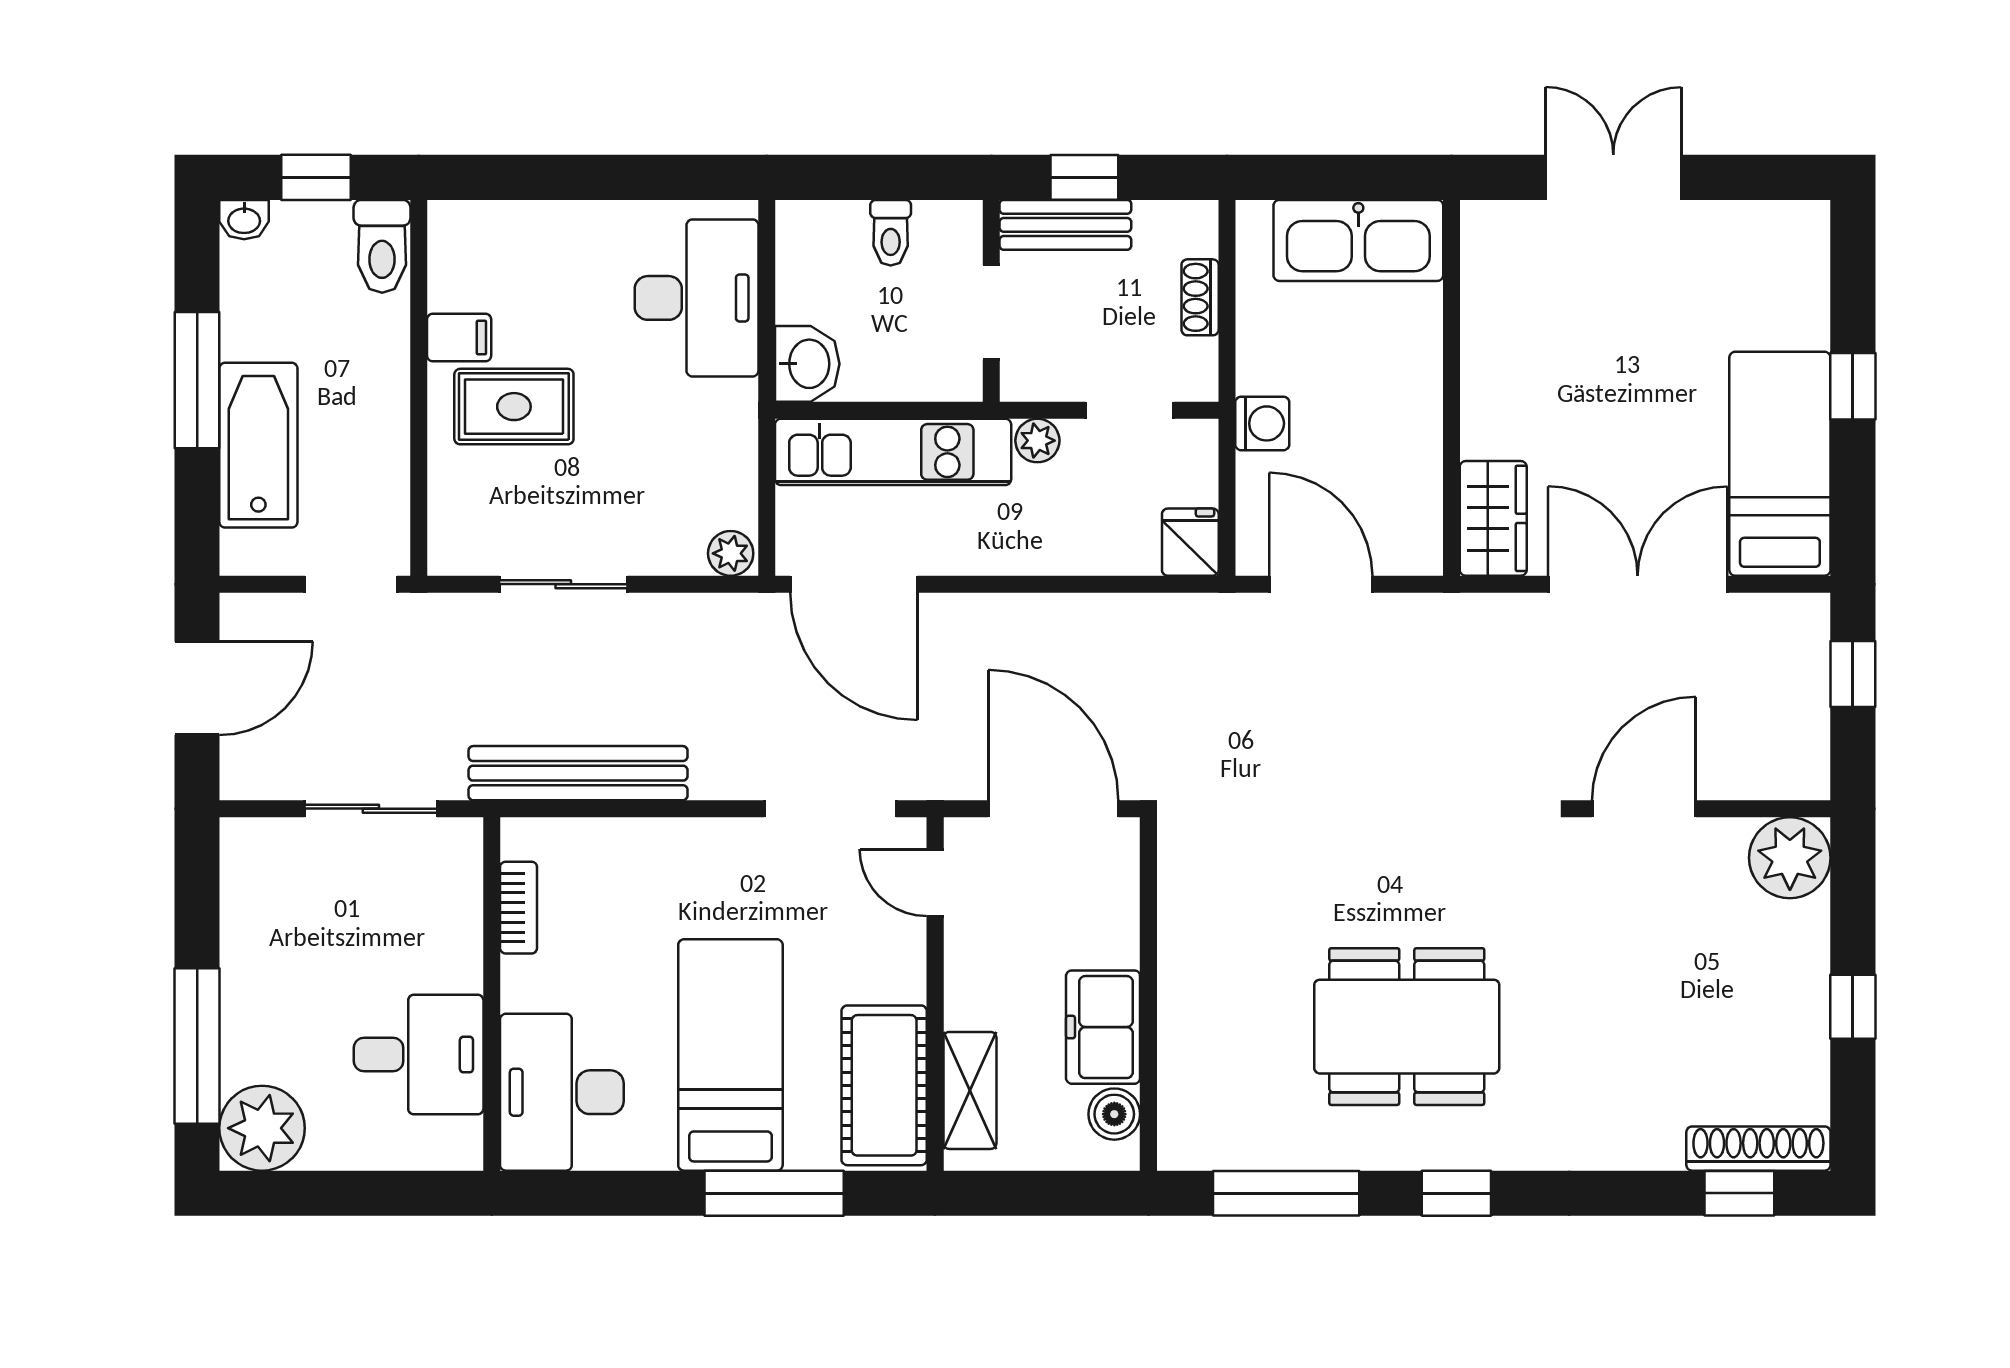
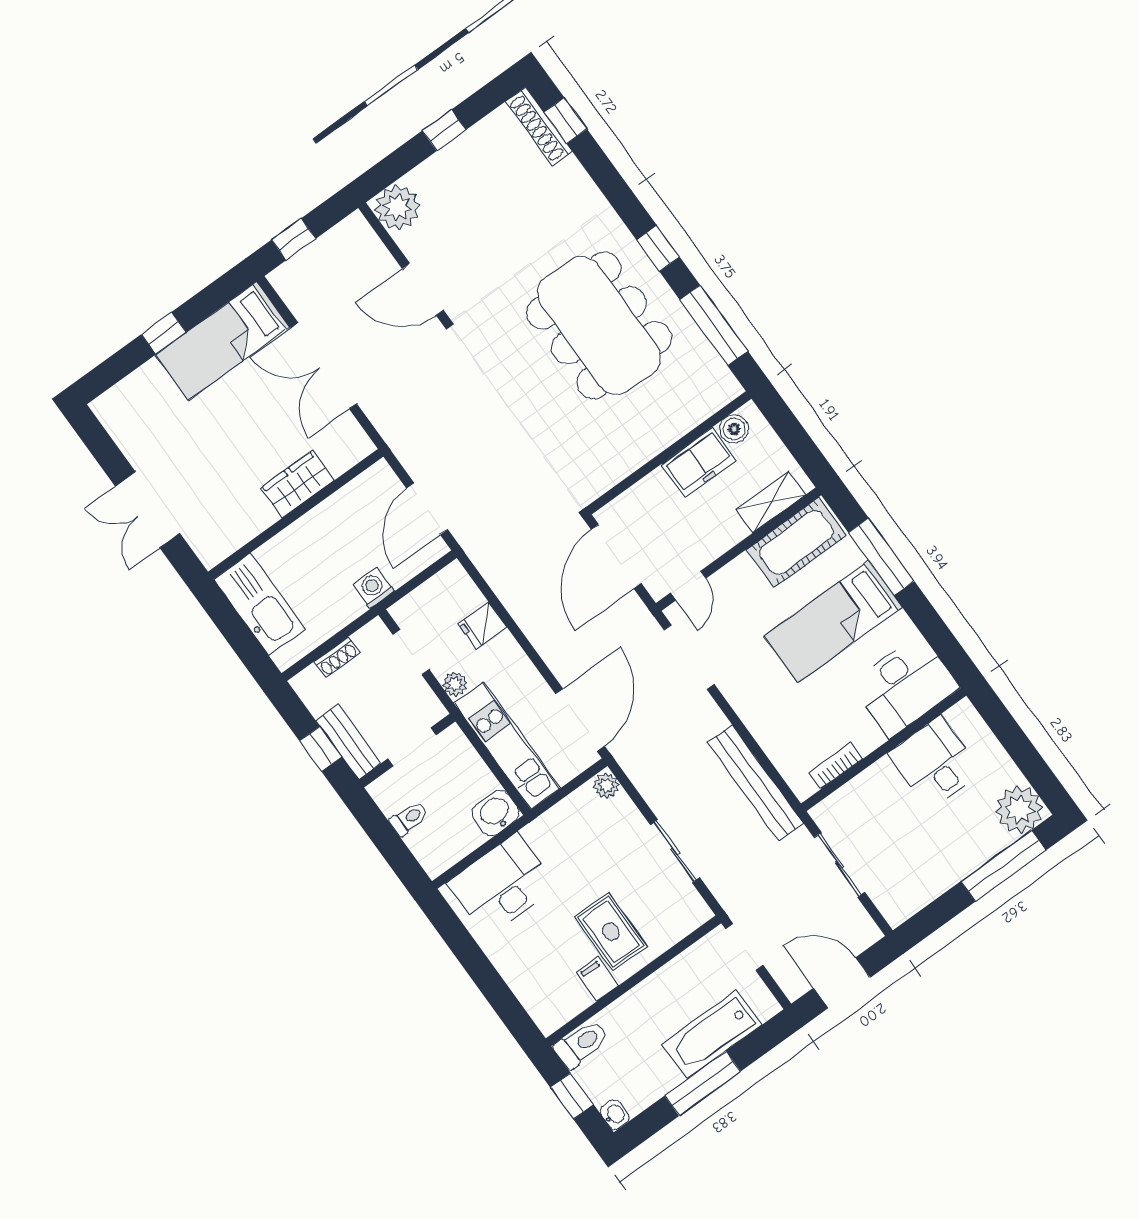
wardrobe: (1493, 518) -> (297, 484), moved
fridge: (1190, 542) -> (483, 626), moved
dining table: (1407, 1027) -> (599, 325), width x1.36, depth x1.24

